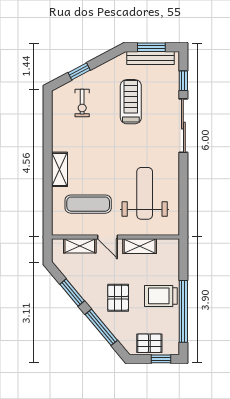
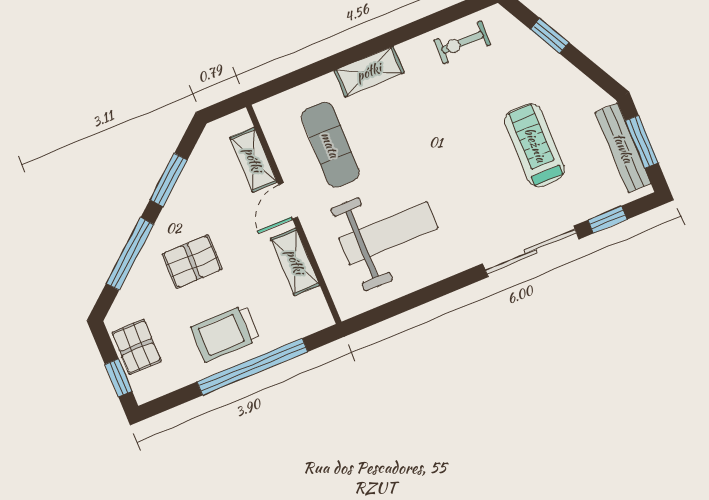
treadmill: (131, 102) -> (535, 145), turned -90
exercise bike: (82, 103) -> (462, 42), moved
trolley: (161, 296) -> (225, 333), turned -90
window: (183, 311) -> (252, 367), moved

